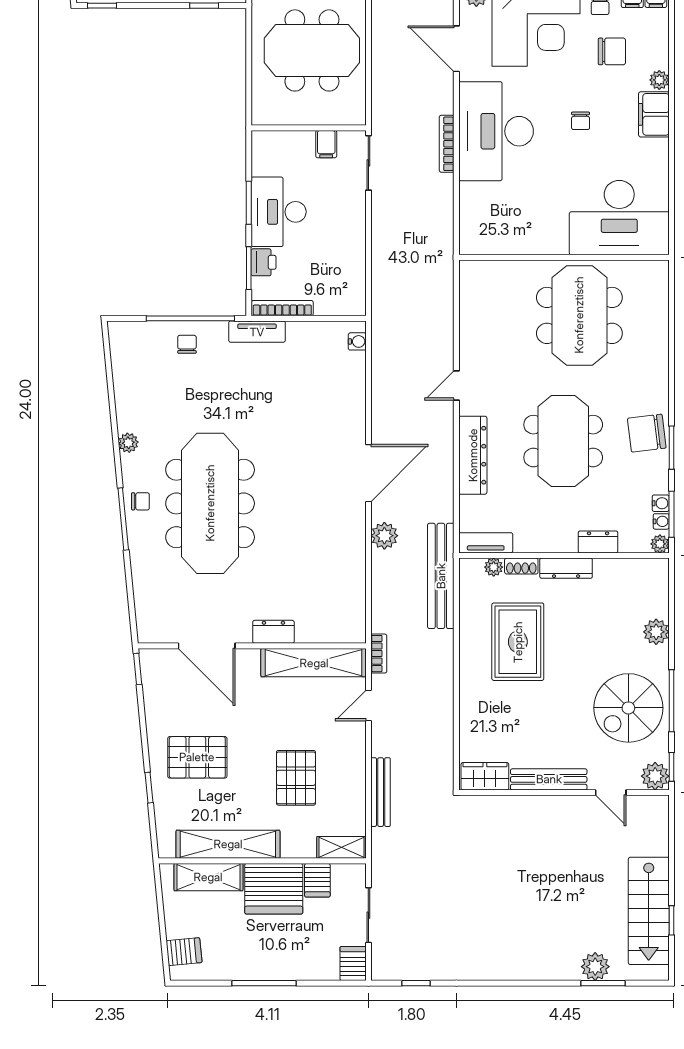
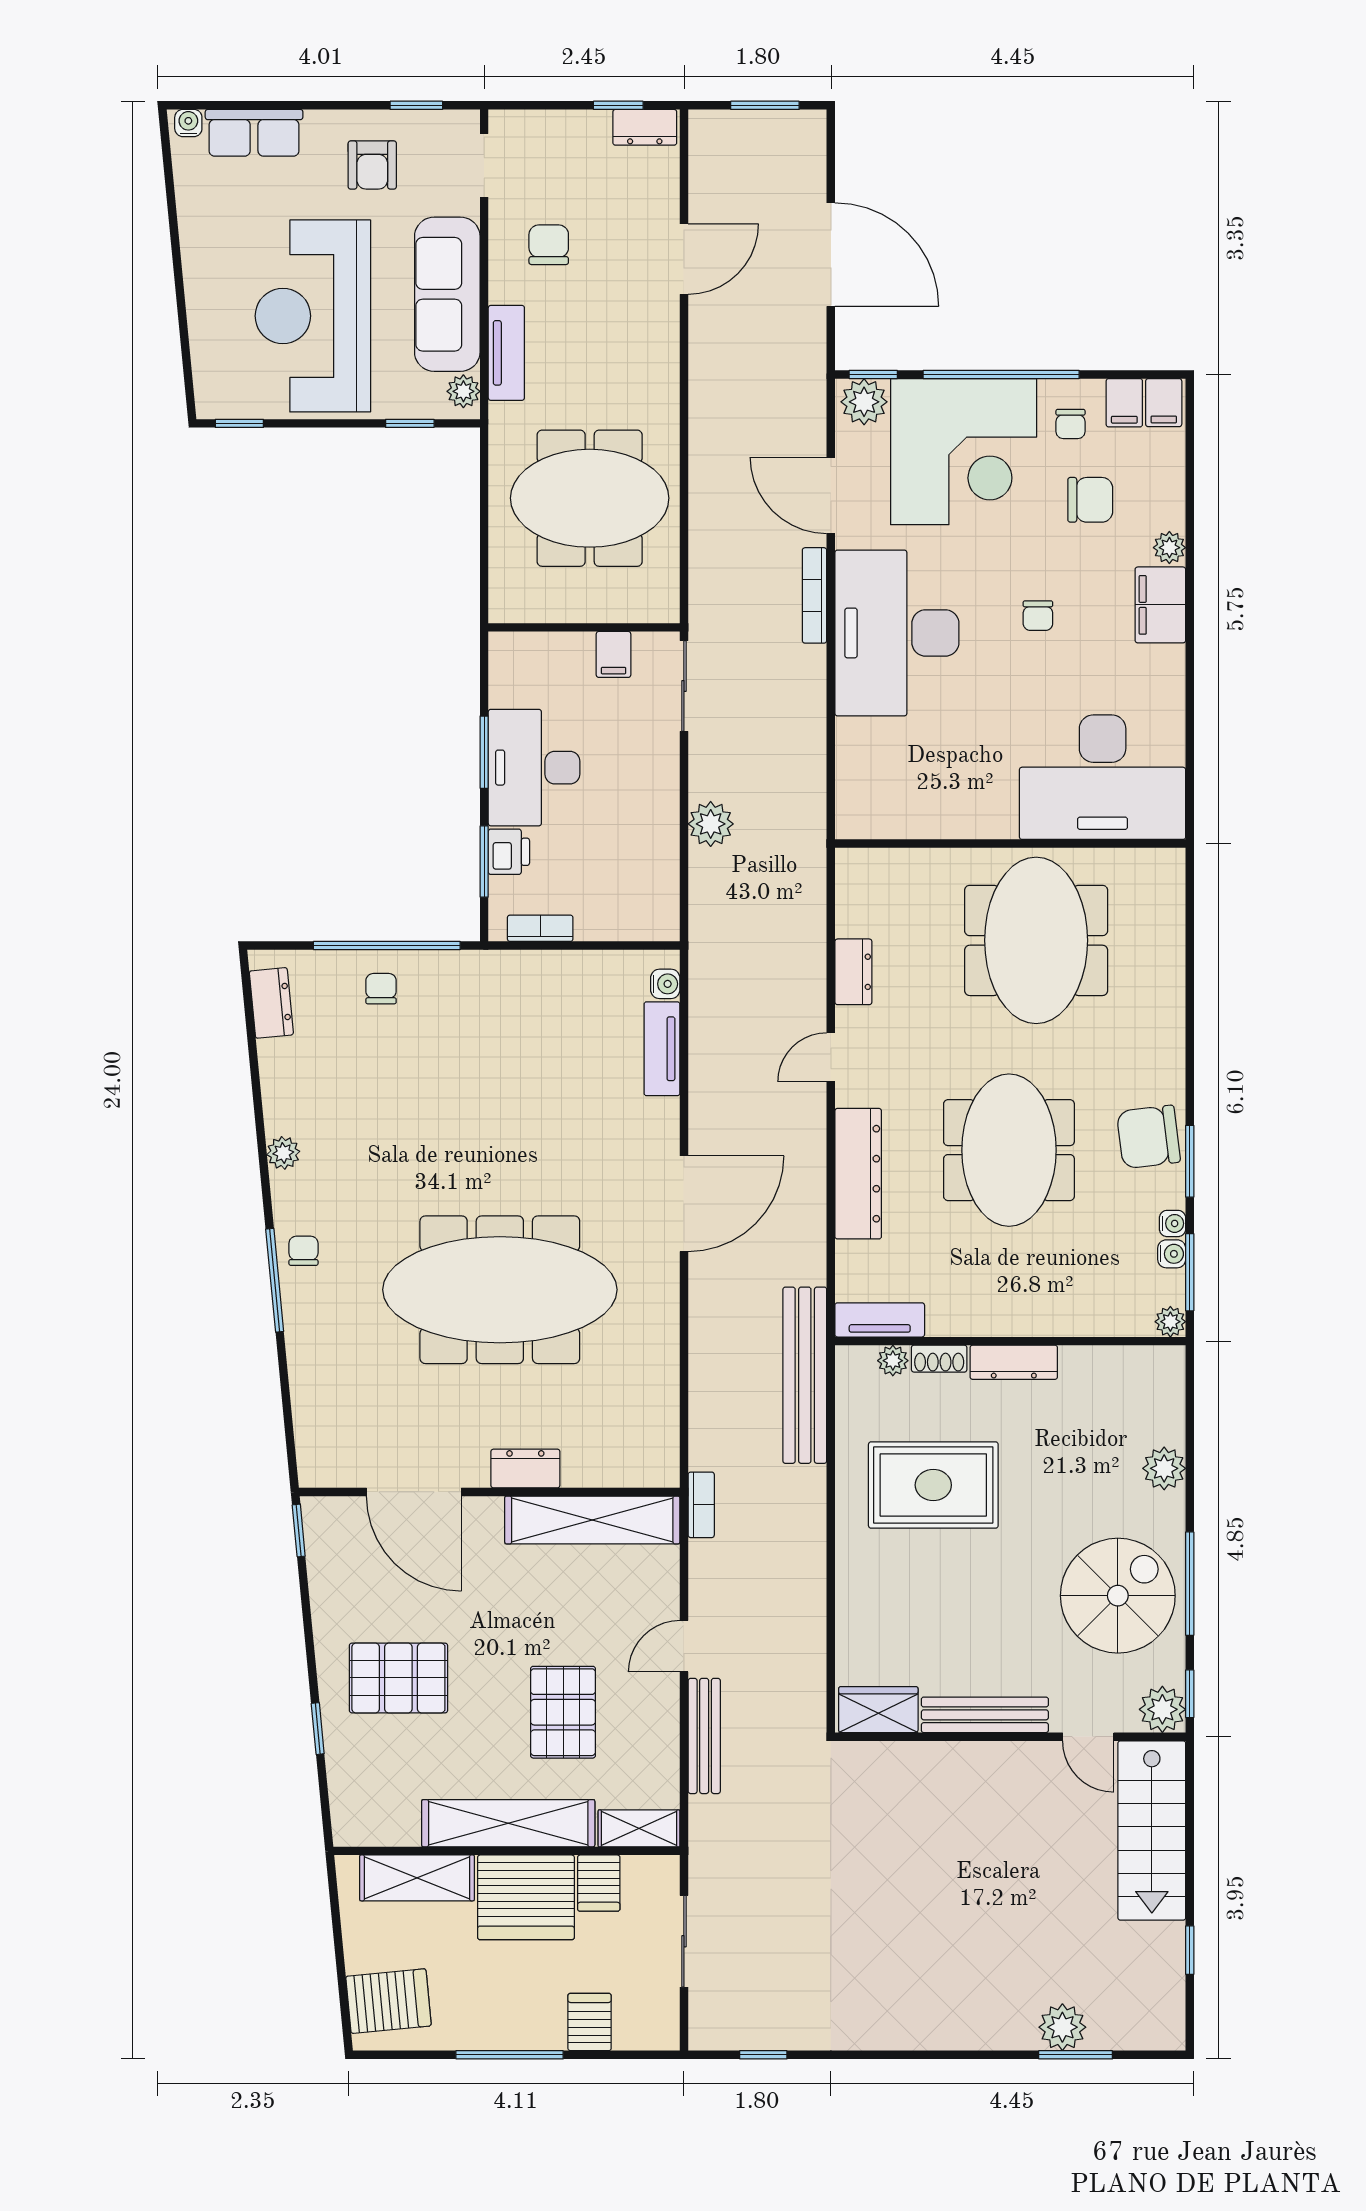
bookcase: (447, 144) -> (815, 595), moved
bookcase: (282, 308) -> (540, 928), width x0.64
tv unit: (257, 332) -> (662, 1049), moved, turned 90
dresser: (121, 353) -> (271, 1003), added
chair: (140, 501) -> (303, 1251), turned -90
meeting table: (210, 503) -> (500, 1290), moved, turned 90
water cooler: (661, 521) -> (1173, 1223), moved
plant: (384, 536) -> (711, 824), moved
dresser: (598, 542) -> (853, 972), moved, turned 90
rug: (518, 642) -> (933, 1485), turned 90
door: (368, 706) -> (684, 1646), moved
spiral stairs: (628, 708) -> (1118, 1596), turned 180
shelving: (228, 844) -> (508, 1823), moved
stairs: (649, 911) -> (1152, 1831), moved
server rack: (184, 952) -> (388, 2001), width x1.36, depth x1.44
server rack: (353, 963) -> (590, 2022), moved

